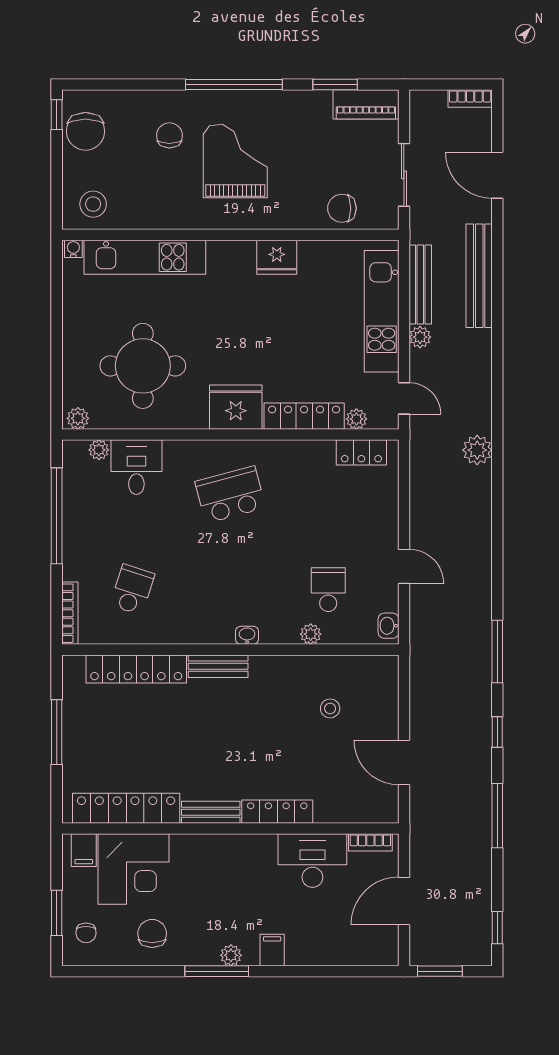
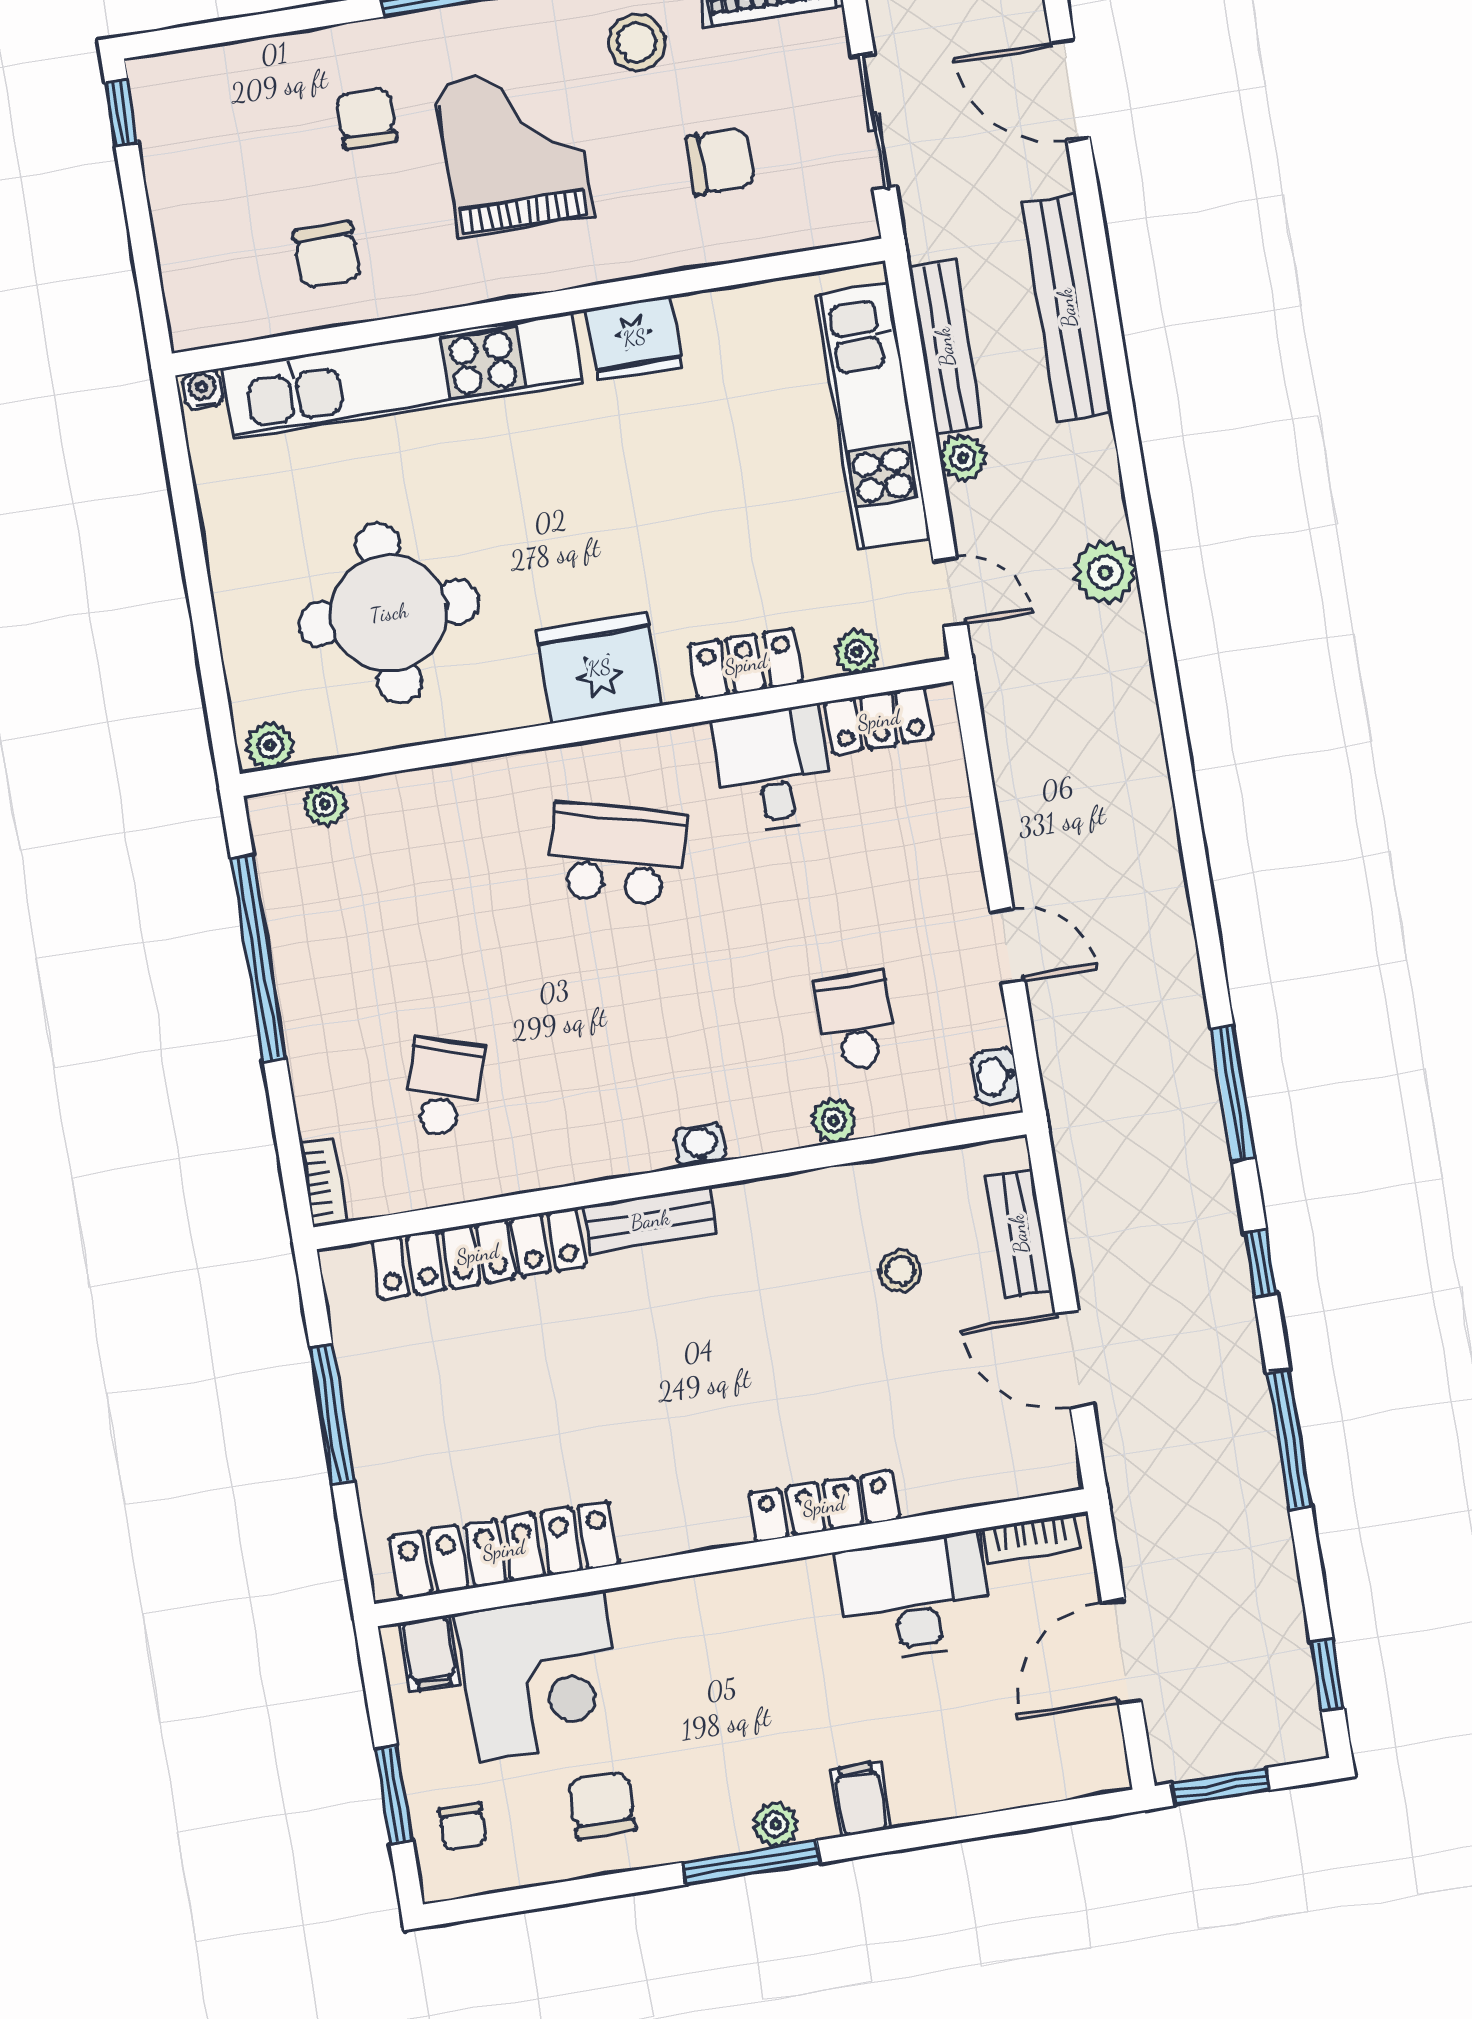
chair: (85, 131) -> (327, 255), moved, width x0.73, depth x0.73
stool: (93, 204) -> (637, 42), moved
chair: (342, 208) -> (720, 161), moved, turned 180
kitchen unit: (145, 257) -> (403, 376), width x1.36
locker: (304, 416) -> (746, 664), width x0.66
plant: (477, 450) -> (1105, 572), moved
desk: (136, 467) -> (773, 769), moved
school desk: (230, 495) -> (617, 854), turned 30
bookcase: (70, 613) -> (323, 1182), width x0.64
bench: (211, 812) -> (1019, 1234), moved, turned 90

